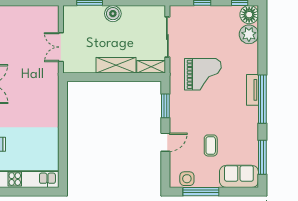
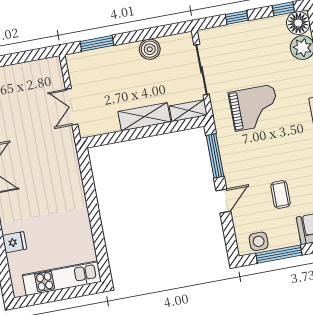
boiler: (113, 14) -> (150, 49), moved
window: (165, 106) -> (215, 156), width x1.44

